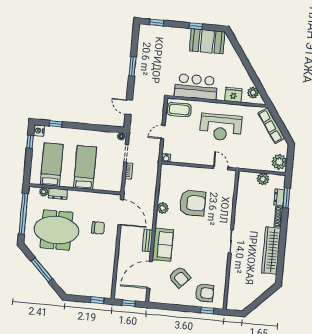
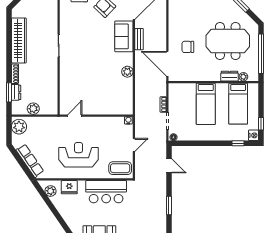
door: (221, 168) -> (75, 116), swing flipped
armchair: (193, 203) -> (99, 79), removed

